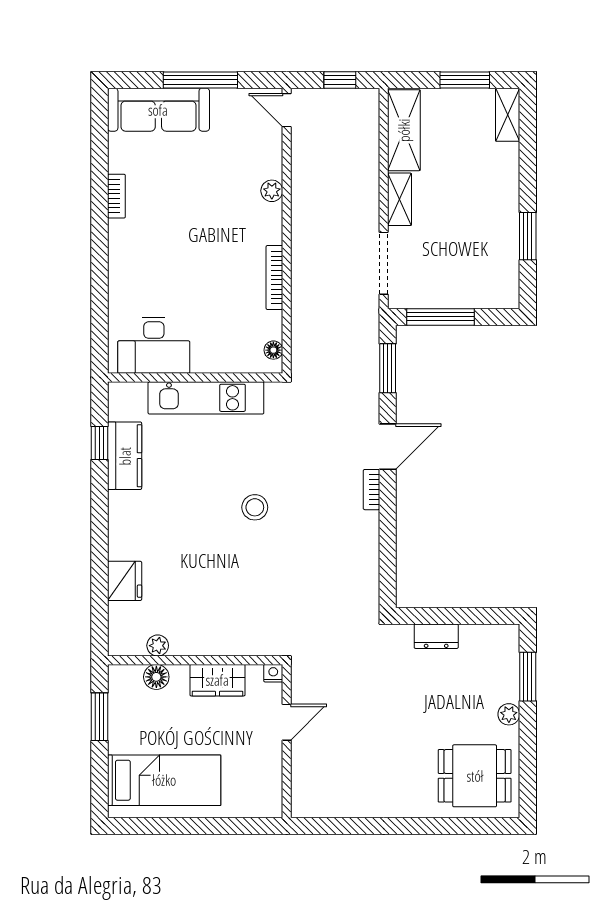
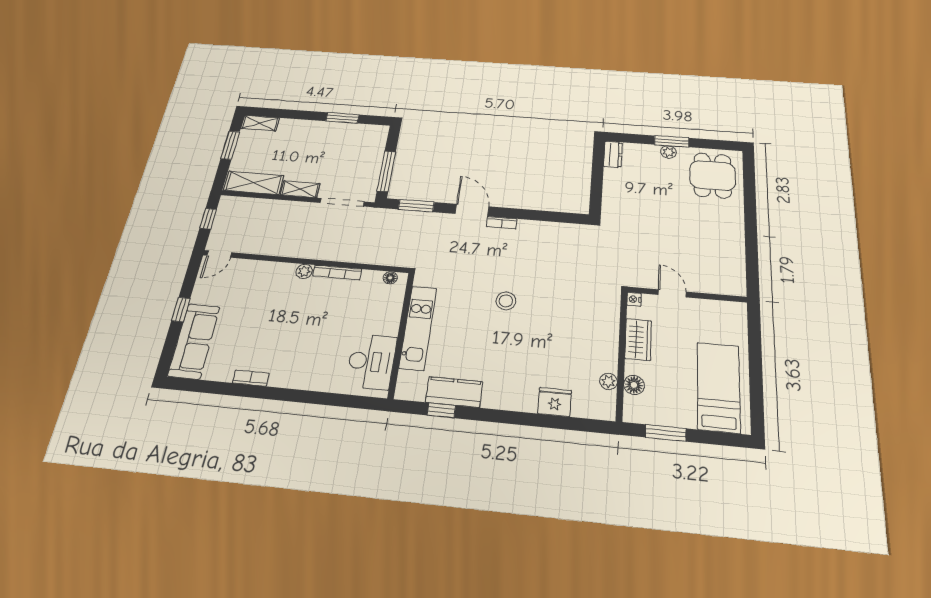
window: (200, 80) -> (181, 310), width x0.46
plant: (272, 191) -> (304, 271), moved
dresser: (436, 636) -> (613, 154), moved
window: (528, 677) -> (672, 141), moved

